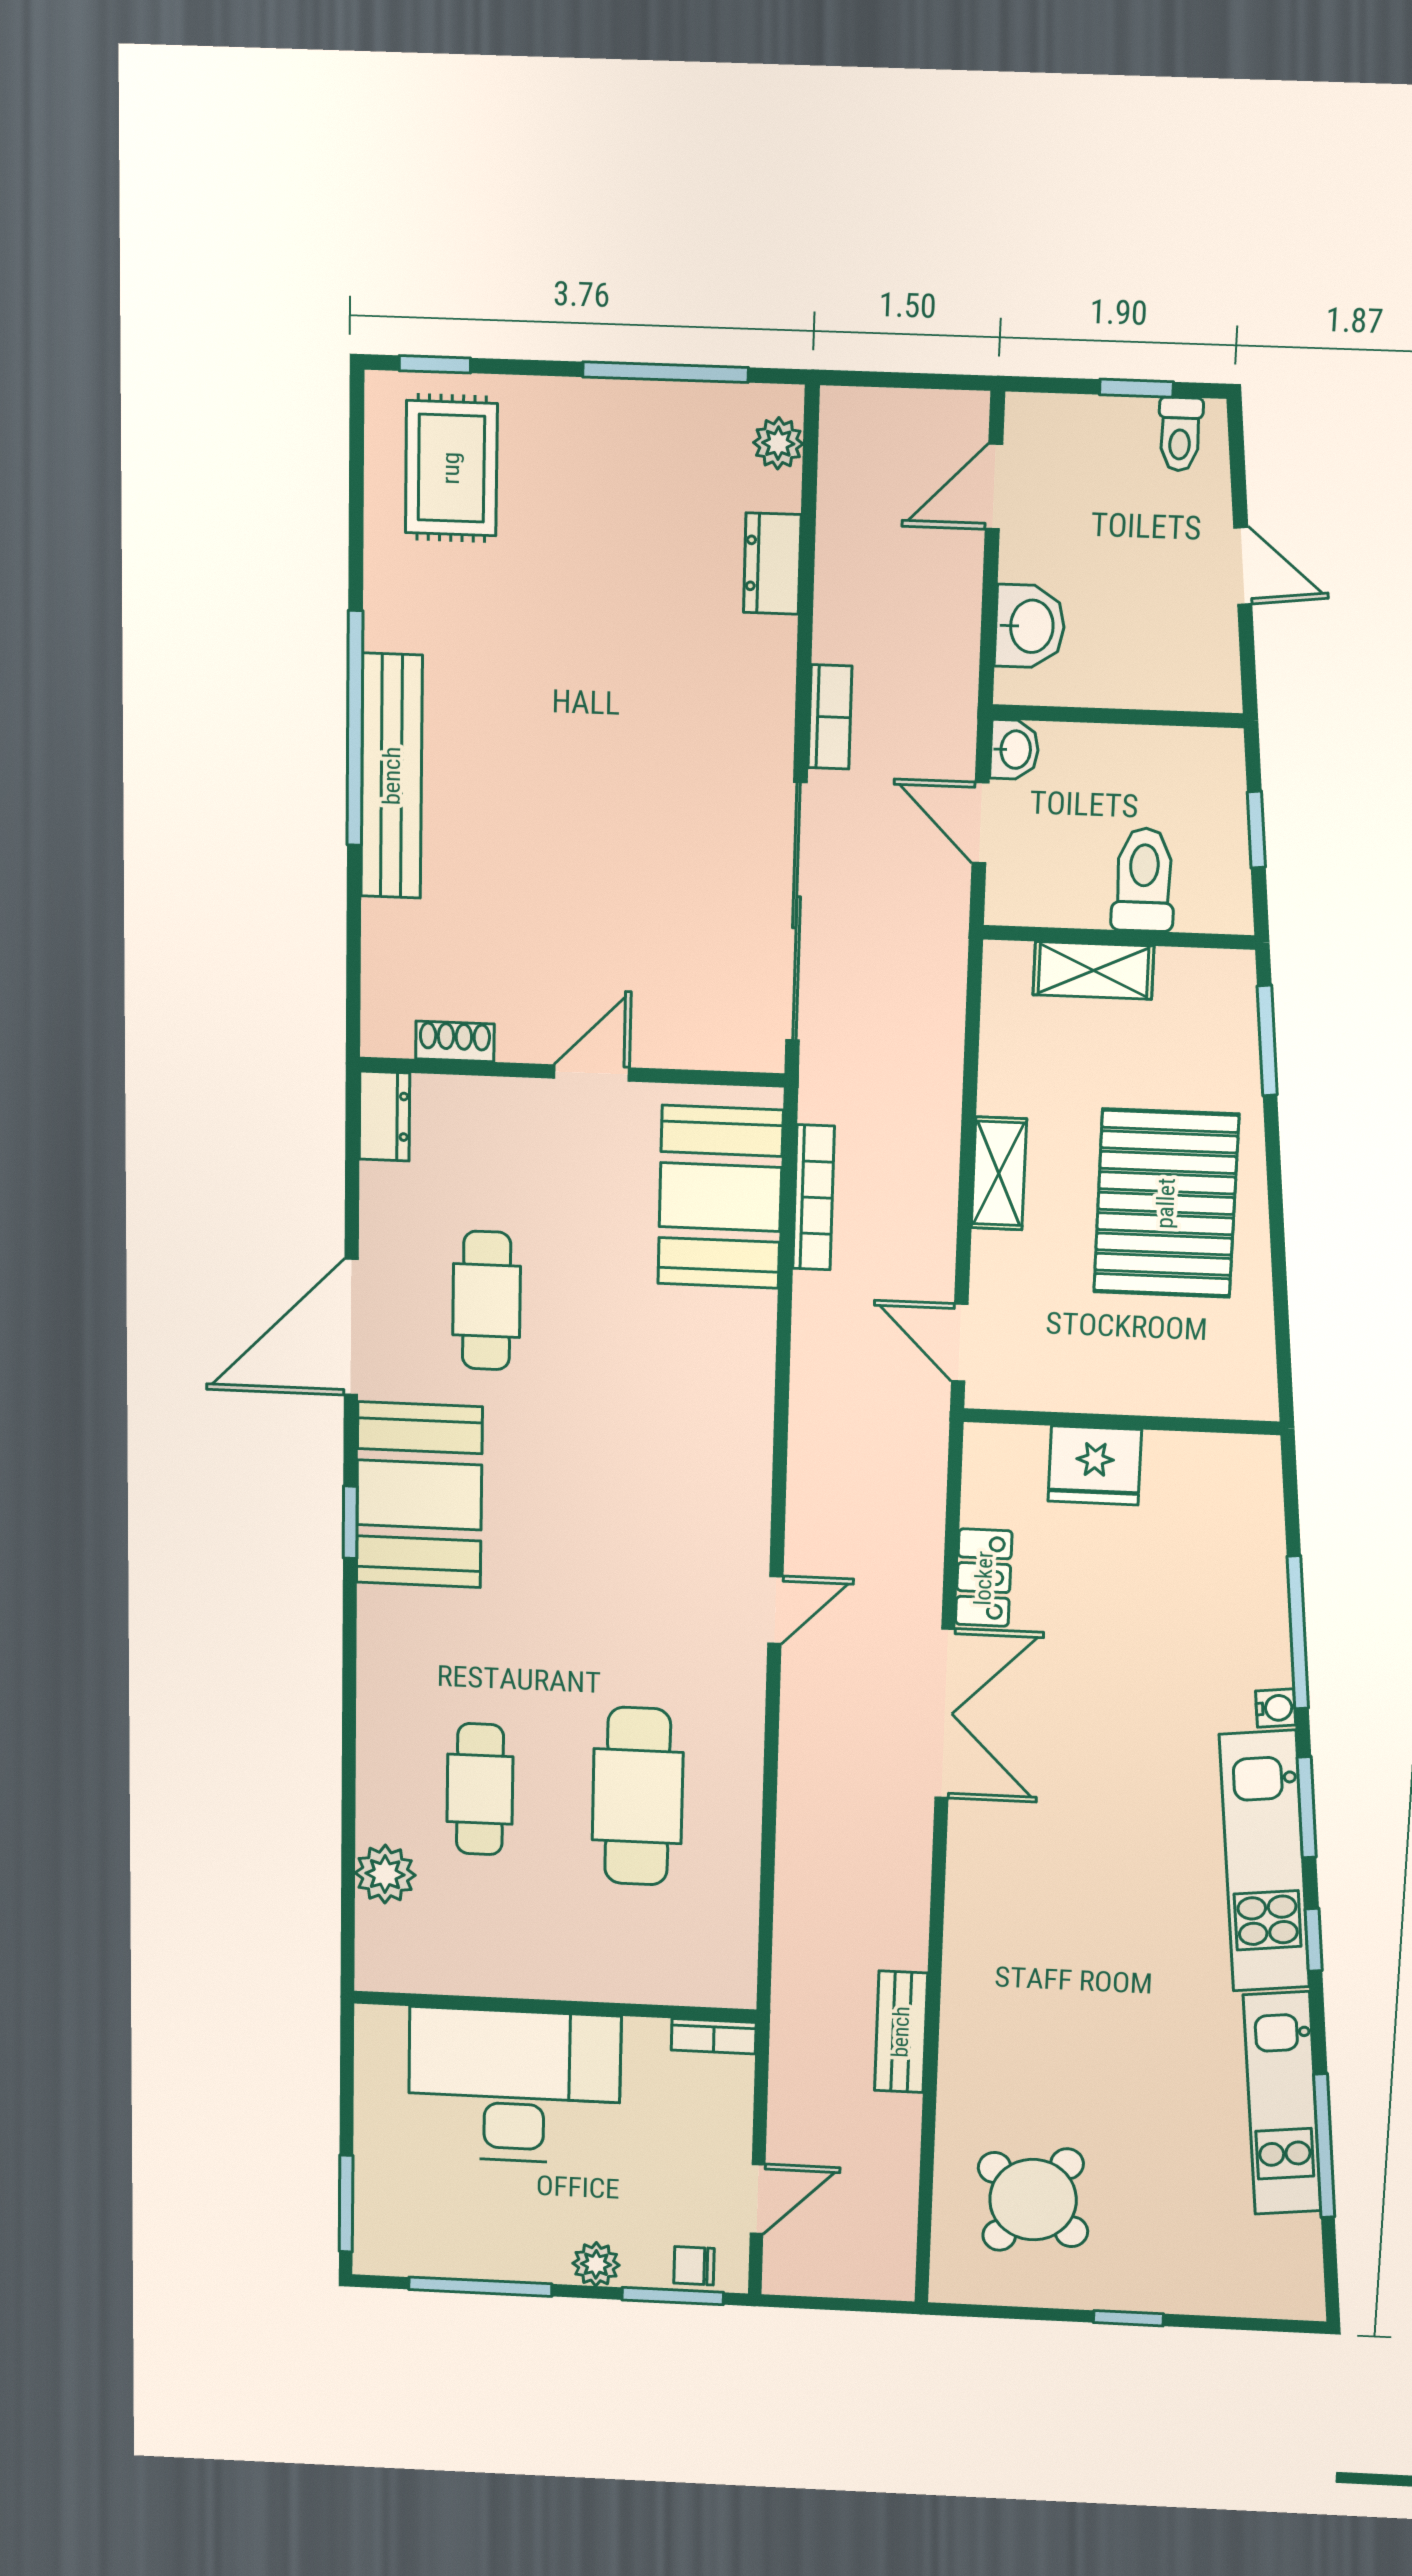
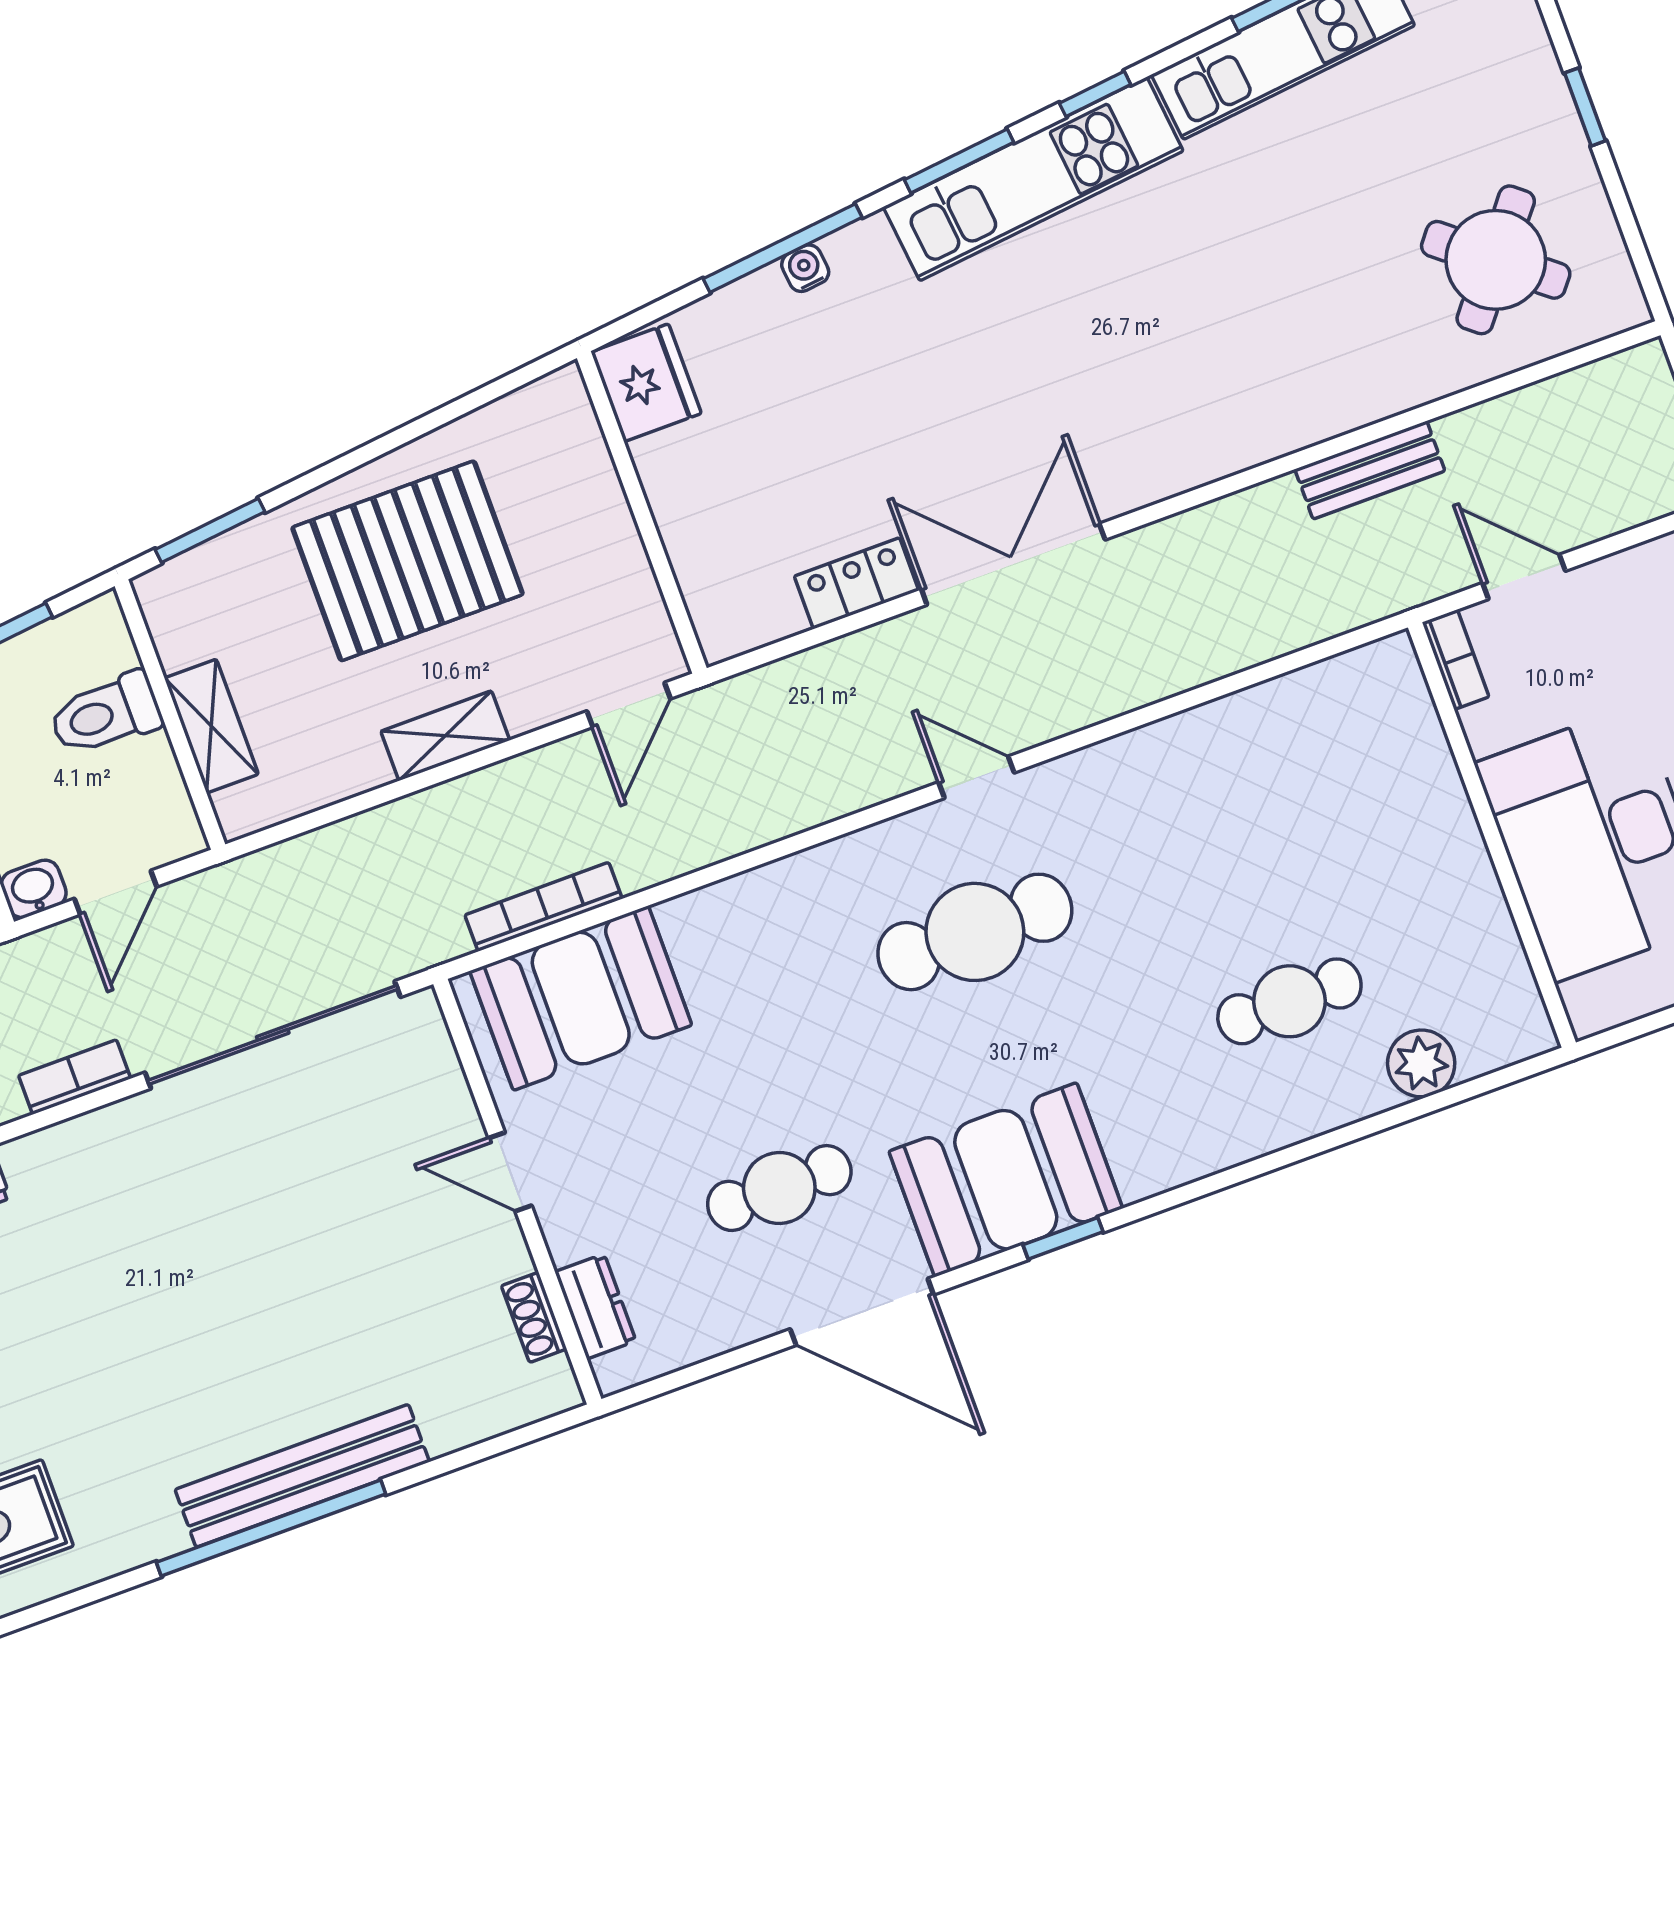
dresser: (384, 1116) -> (595, 1306), moved, turned 90
fridge: (1095, 1465) -> (646, 383), moved
water cooler: (1276, 1708) -> (805, 268), moved
cafe table: (638, 1796) -> (975, 932), moved
door: (758, 2199) -> (1524, 577), moved

